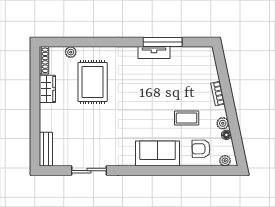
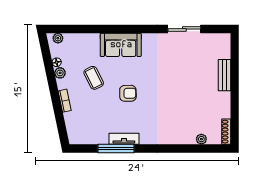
rug: (93, 82) -> (181, 111), removed
wardrobe: (47, 89) -> (223, 105), removed
coffee table: (187, 118) -> (94, 78), turned 63
bench: (46, 149) -> (225, 75), moved
armchair: (201, 149) -> (128, 93), moved

